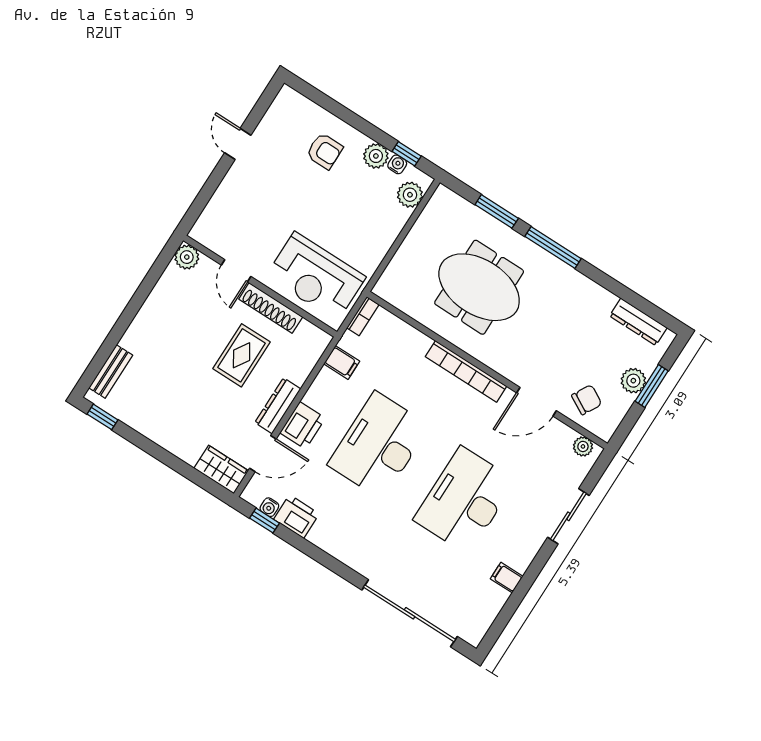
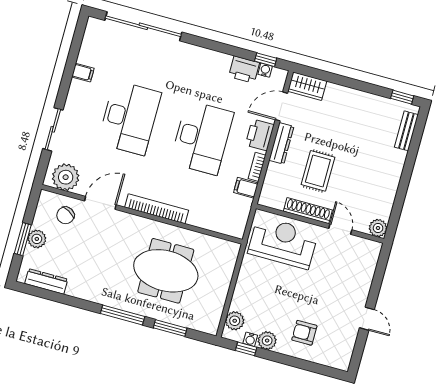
bookcase: (363, 316) -> (257, 167), moved
plant: (583, 446) -> (66, 177), width x1.87, depth x1.87

